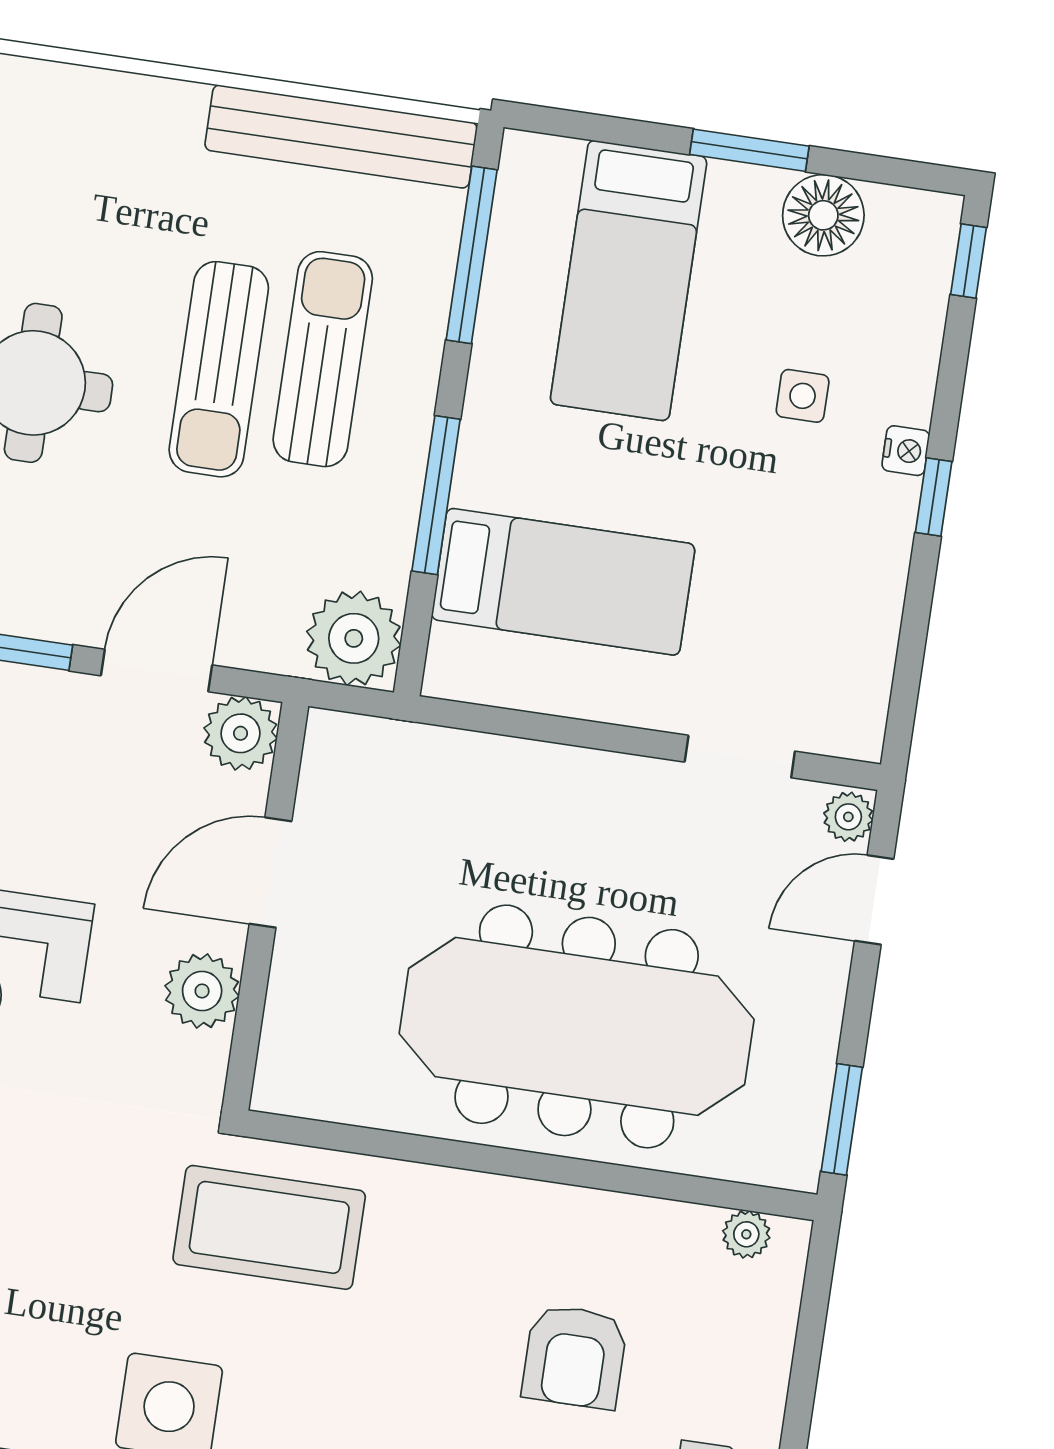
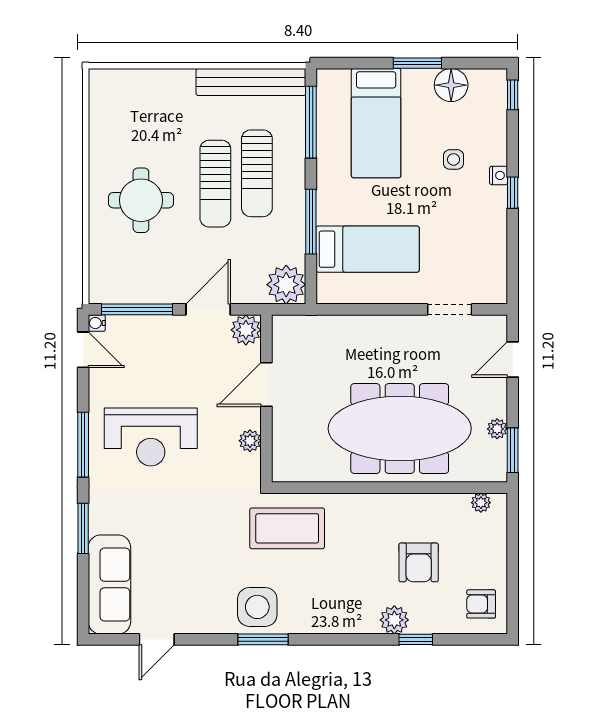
sun lounger: (323, 359) -> (257, 173), turned 180
plant: (848, 817) -> (497, 429), moved
plant: (202, 991) -> (250, 441), width x0.73, depth x0.73

